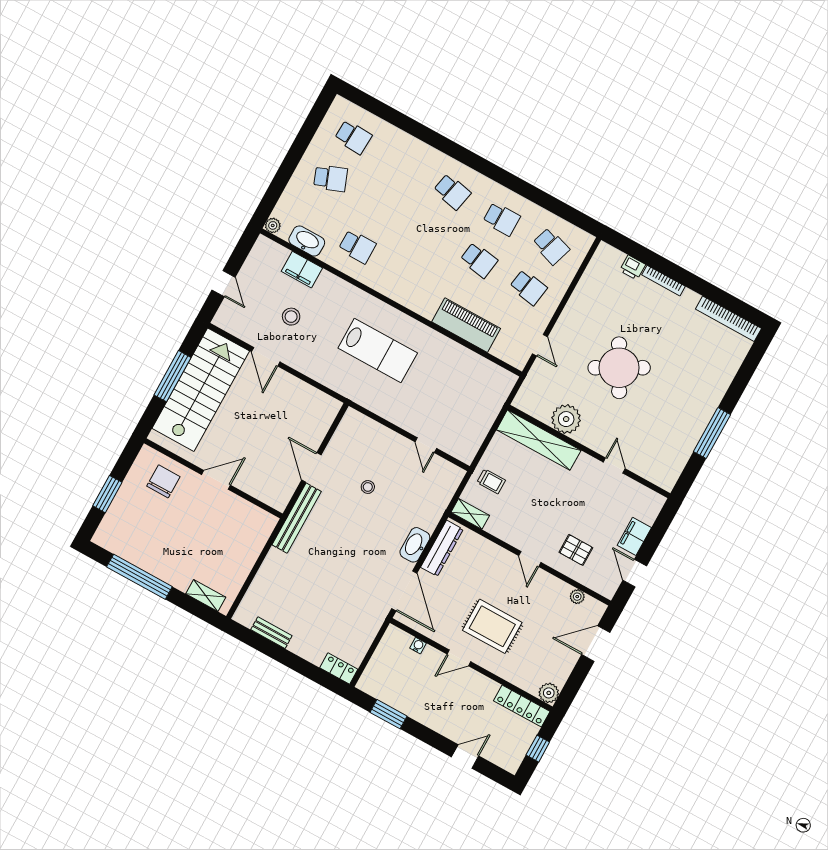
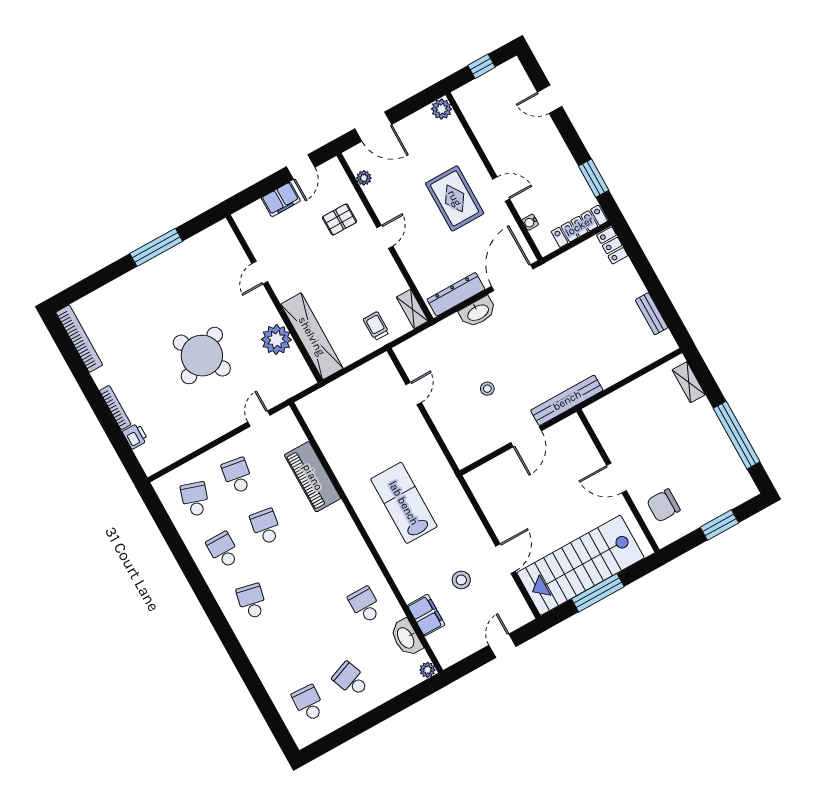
pallet: (576, 550) -> (340, 219), turned 90
locker: (522, 706) -> (579, 226), moved, turned -90

